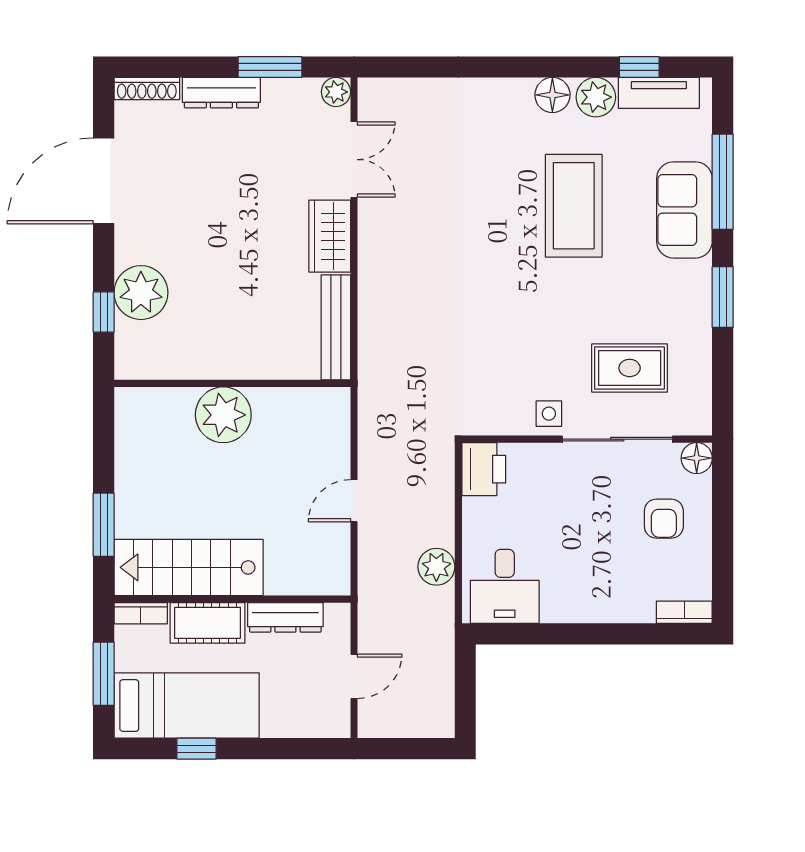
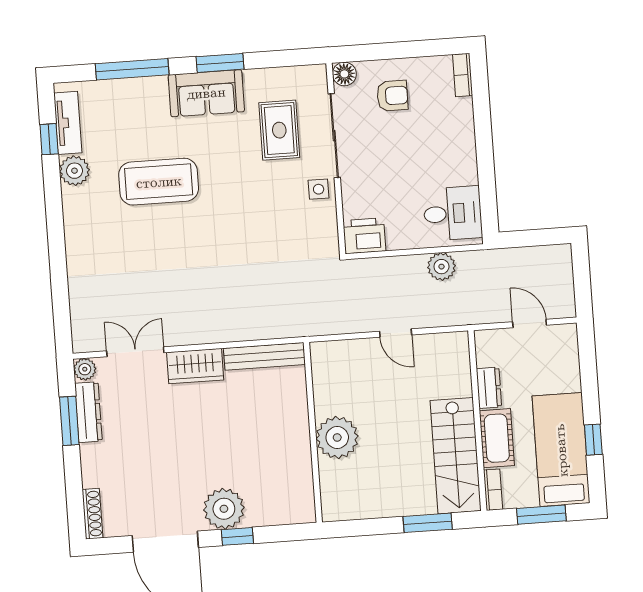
dresser: (221, 93) -> (88, 412), moved
floor lamp: (552, 95) -> (75, 204), removed
sofa: (684, 210) -> (206, 93), moved
plant: (141, 293) -> (224, 509), moved
window: (104, 312) -> (237, 536), moved
dresser: (285, 617) -> (489, 388), width x0.70

